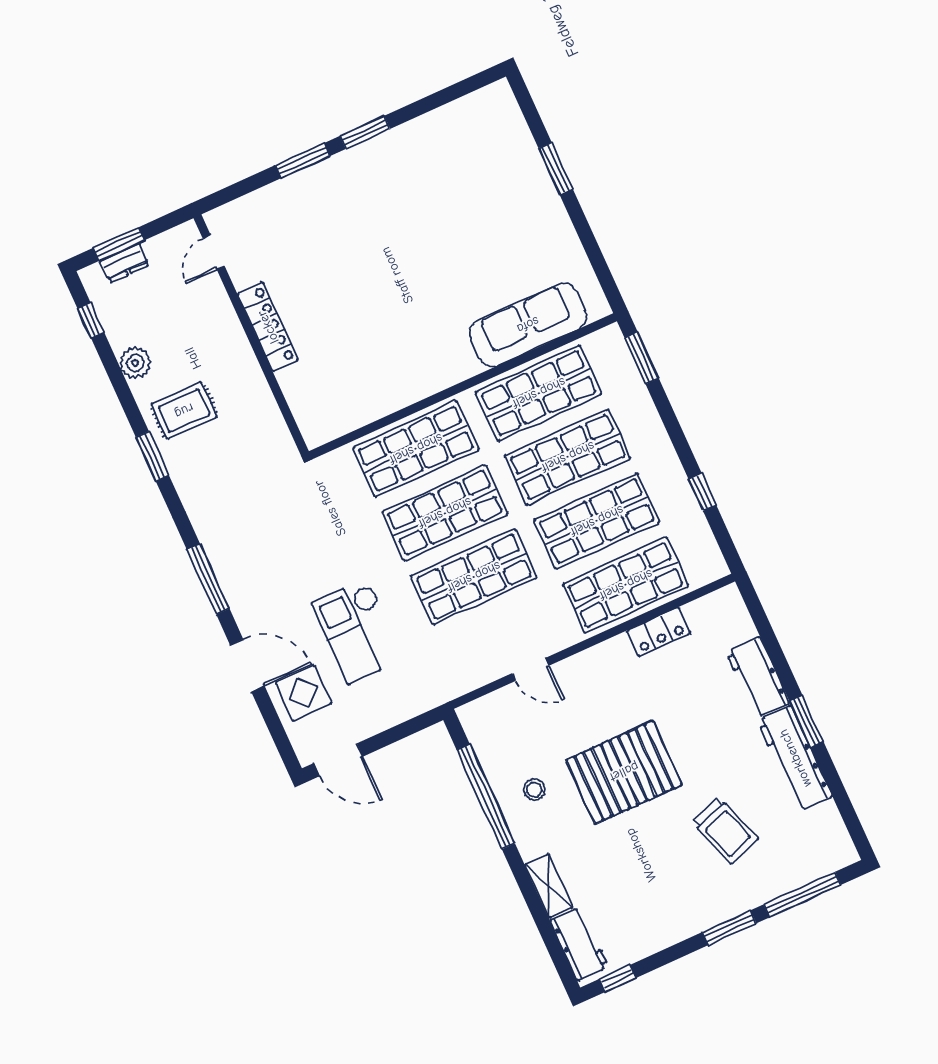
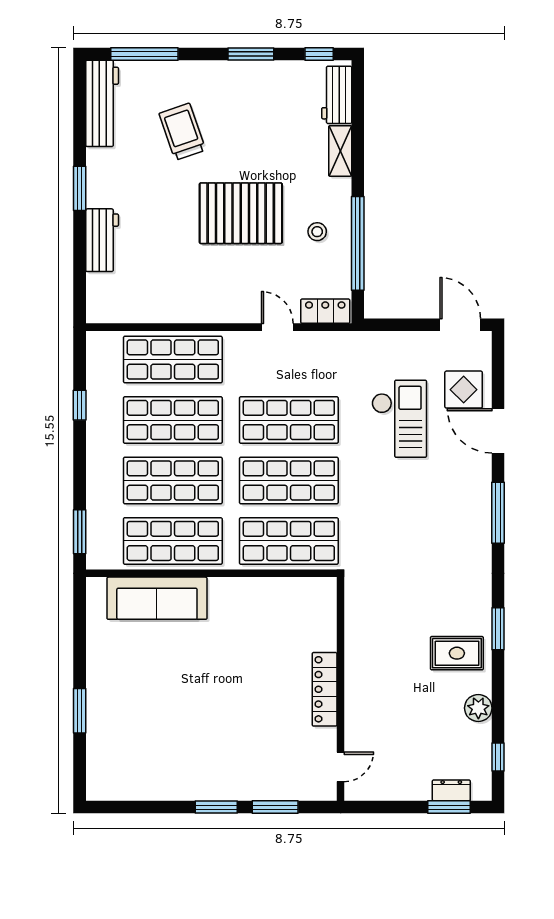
door: (214, 252) -> (341, 767), moved
locker: (268, 327) -> (325, 689), moved
wall: (251, 335) -> (341, 689), moved
locker: (659, 632) -> (325, 311), moved
workbench: (795, 758) -> (102, 103), moved
window: (729, 928) -> (251, 54), moved

